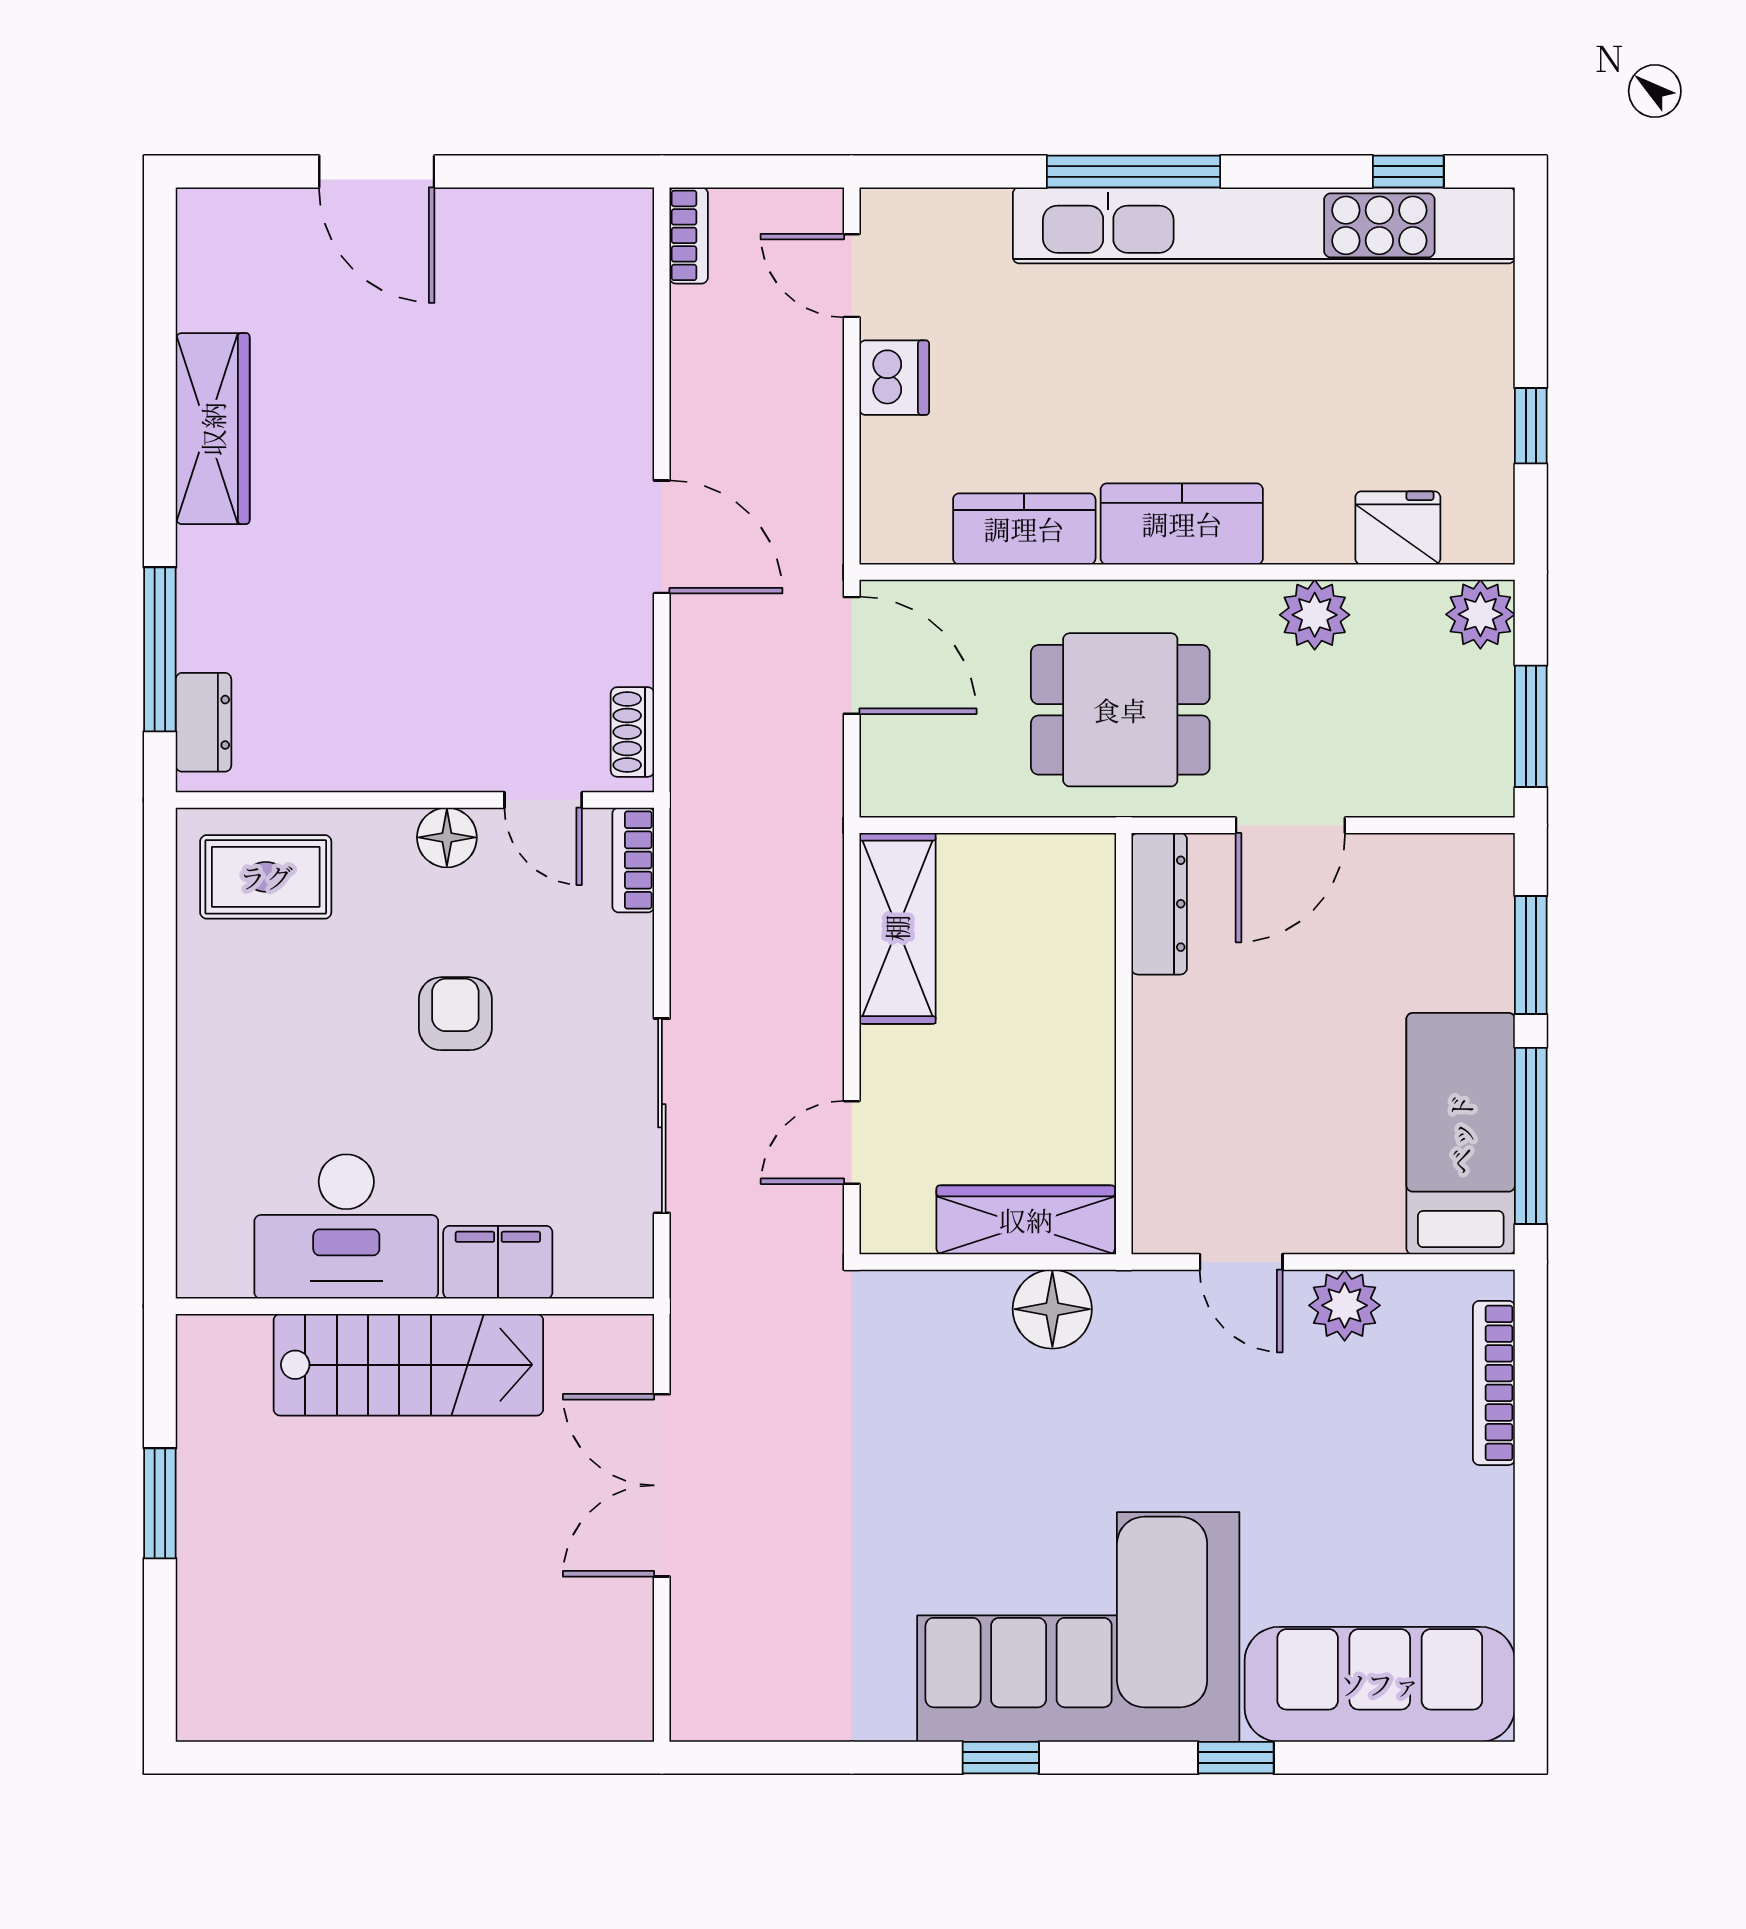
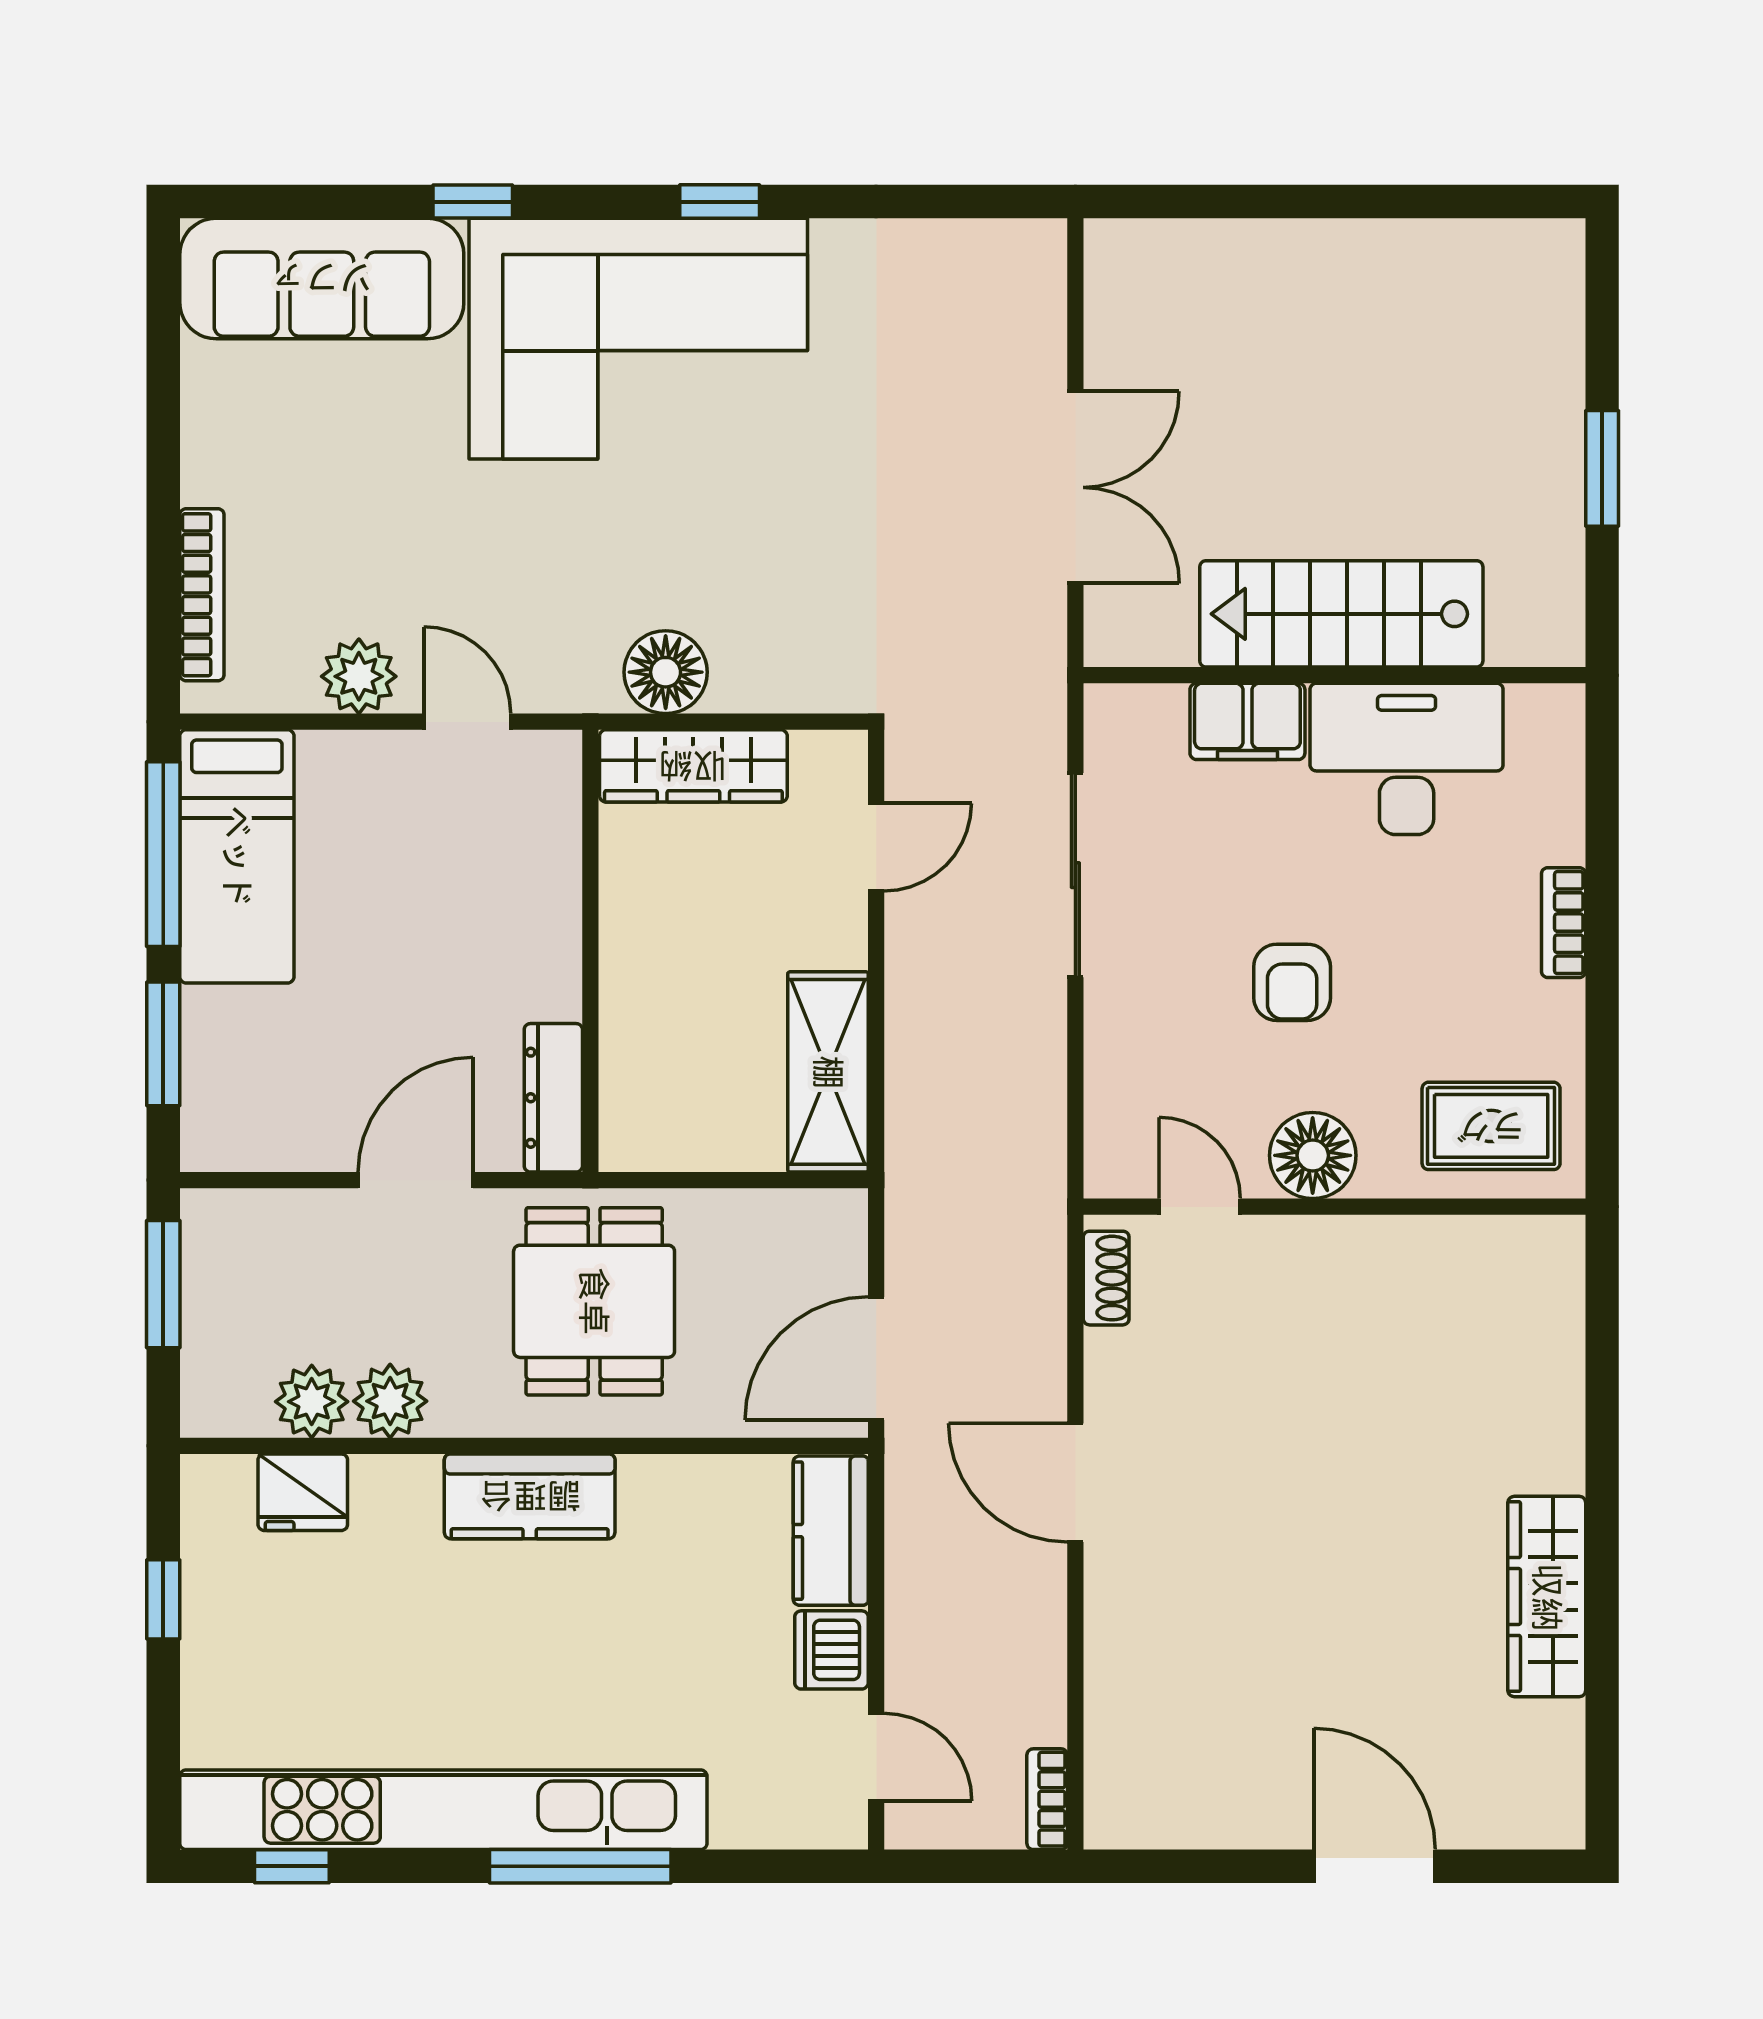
kitchen counter: (1024, 529) -> (831, 1531), moved, turned 90
plant: (1480, 614) -> (312, 1402), moved
window: (160, 649) -> (1602, 1365), removed
door: (852, 655) -> (876, 1358), hinge flipped
dining table: (1120, 710) -> (594, 1301), turned 90
dresser: (204, 722) -> (1556, 1288), removed
floor lamp: (447, 837) -> (1313, 1155), width x1.38, depth x1.38
bookcase: (633, 860) -> (1564, 923), moved, turned 180

